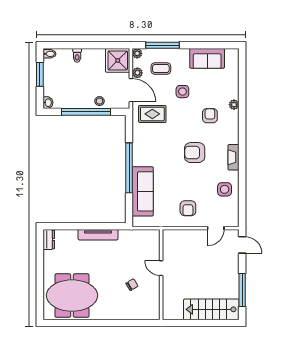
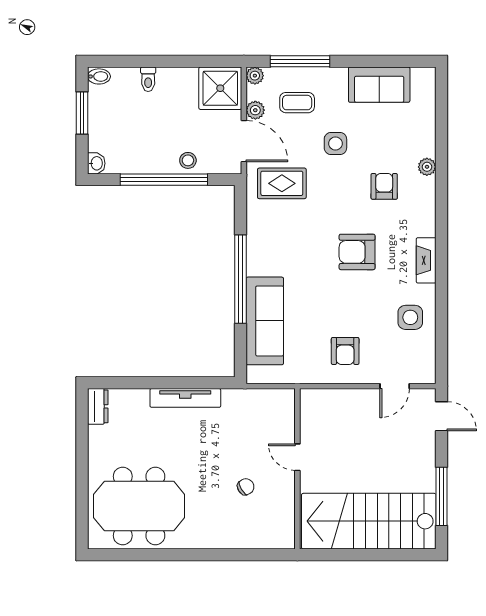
stairs: (211, 309) -> (369, 521), width x1.36, depth x1.51

